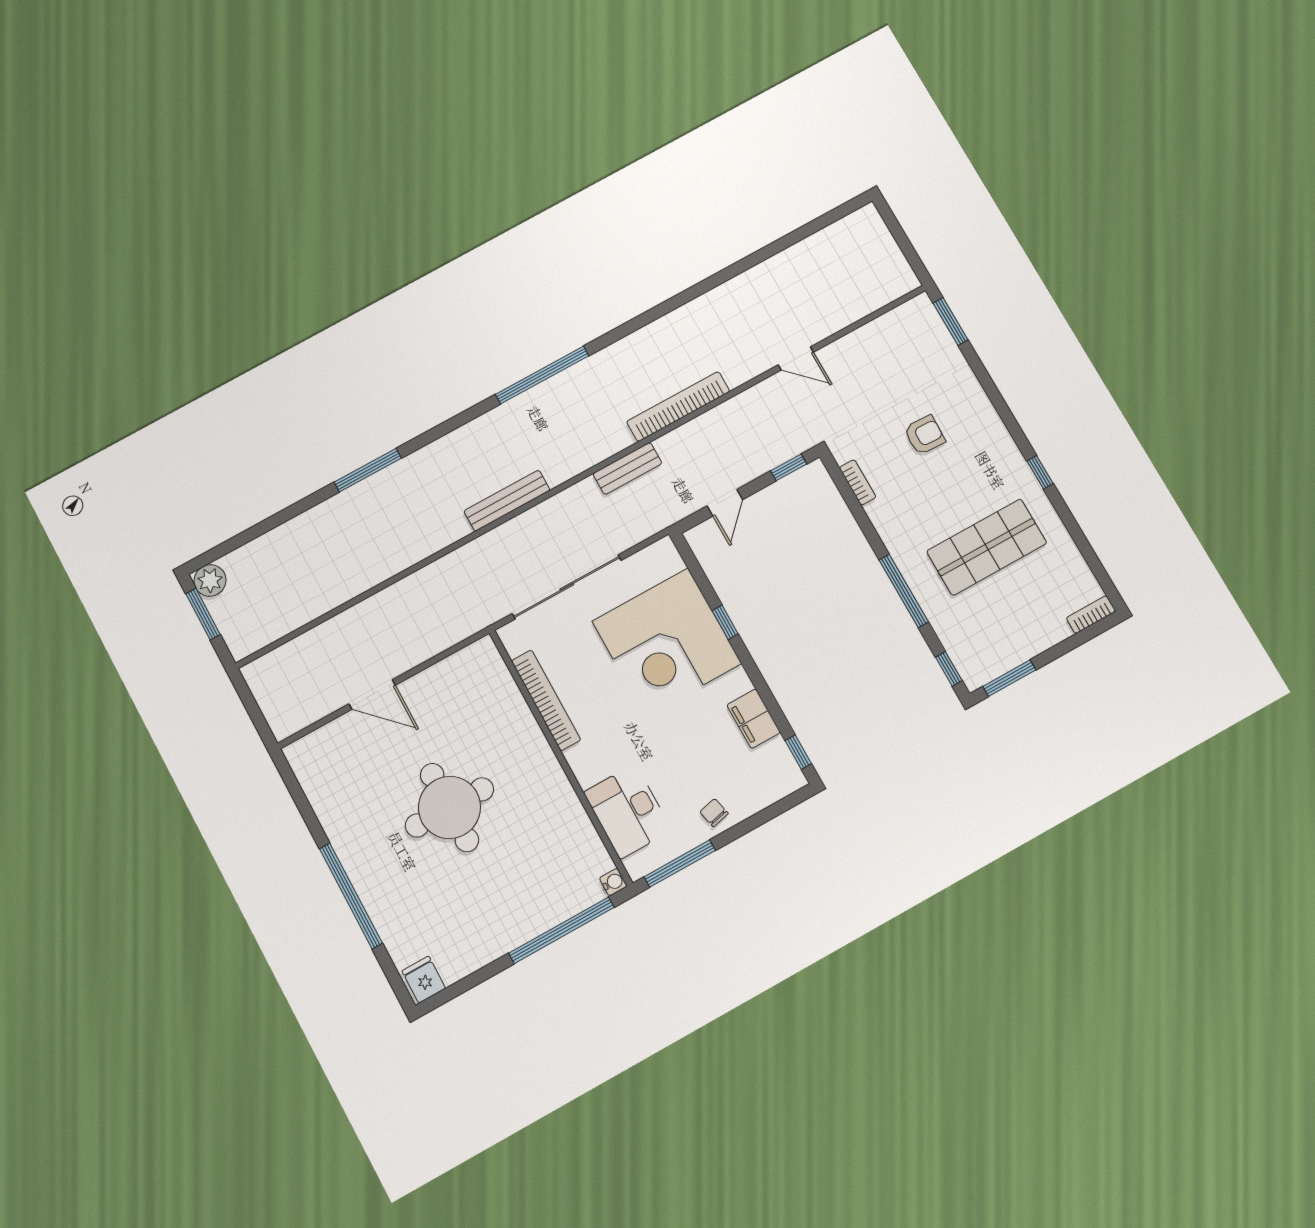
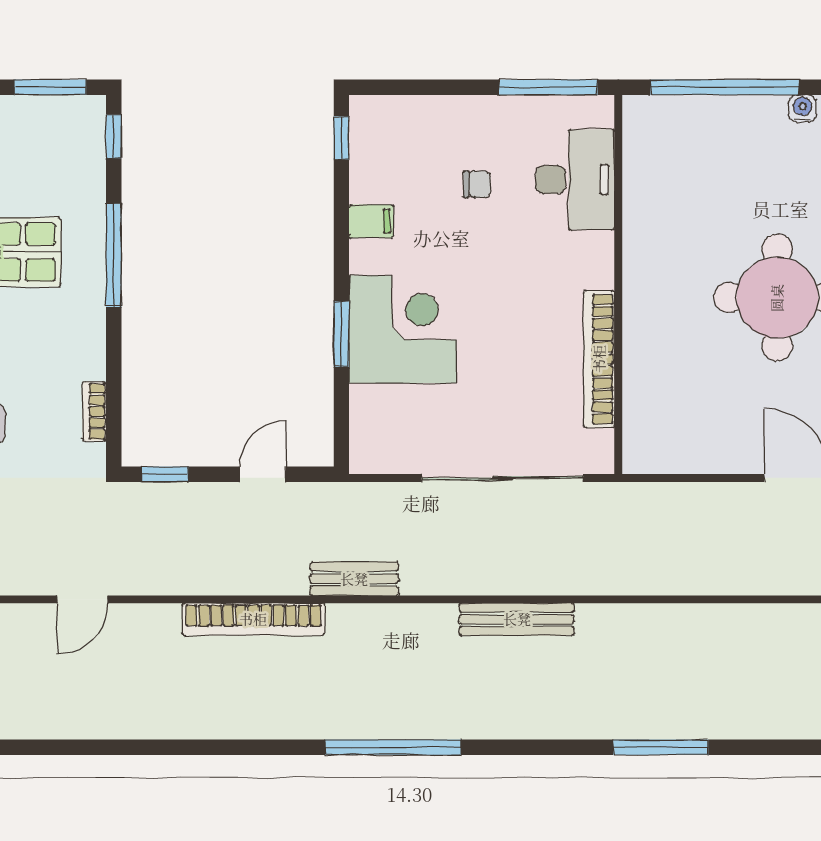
door: (796, 358) -> (82, 599), swing flipped
window: (725, 622) -> (341, 334), width x1.50
corner desk: (667, 642) -> (403, 329), width x0.74, depth x0.74
filing cabinet: (754, 719) -> (371, 221), width x0.50
chair: (714, 813) -> (477, 184), moved, turned -77
water cooler: (613, 882) -> (803, 109), moved, turned 90

